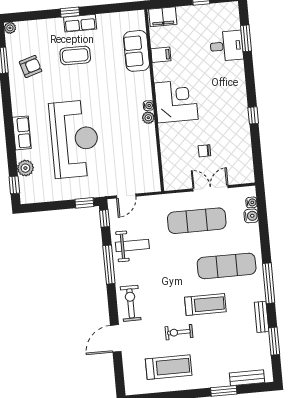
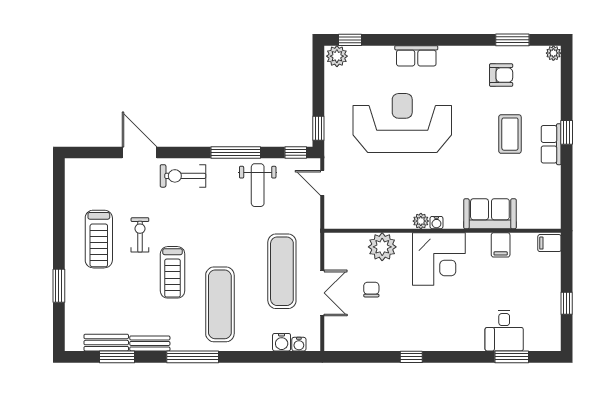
filing cabinet: (163, 17) -> (549, 243), width x0.50
sofa: (136, 51) -> (490, 214), moved
armchair: (31, 66) -> (501, 75), turned -73
reception desk: (74, 139) -> (402, 123), turned 180
plant: (171, 145) -> (382, 247), added
plant: (25, 168) -> (337, 56), moved
exercise bike: (131, 303) -> (183, 176), turned 180
treadmill: (169, 367) -> (99, 239), moved
bench: (247, 378) -> (106, 343), moved, turned 90

